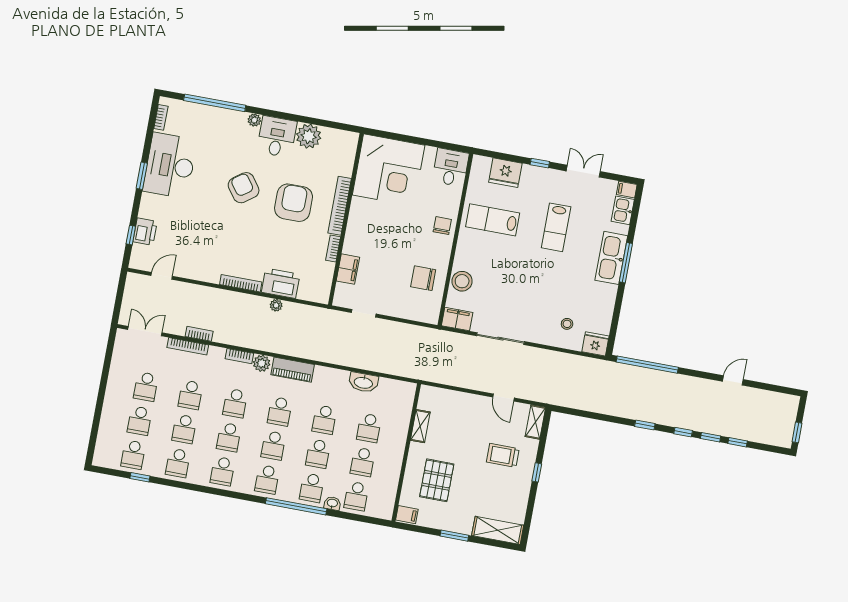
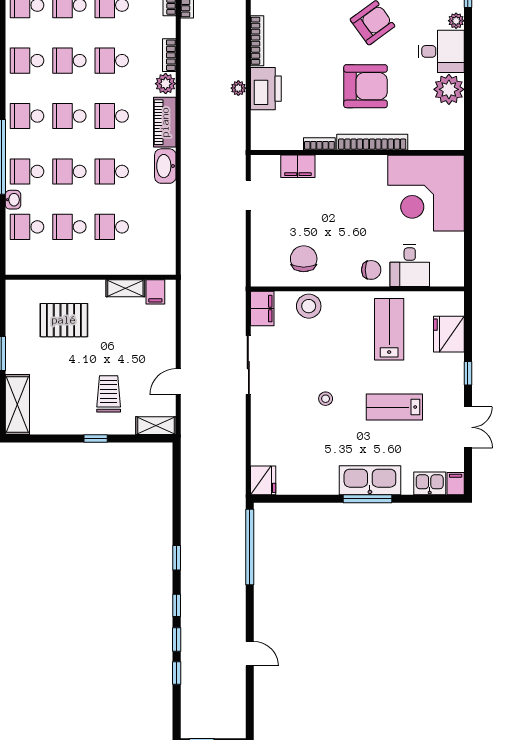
desk: (451, 167) -> (410, 265), moved, turned 90
stool: (567, 324) -> (326, 399), moved
washbasin: (363, 382) -> (165, 166), moved
filing cabinet: (407, 515) -> (155, 292), moved

